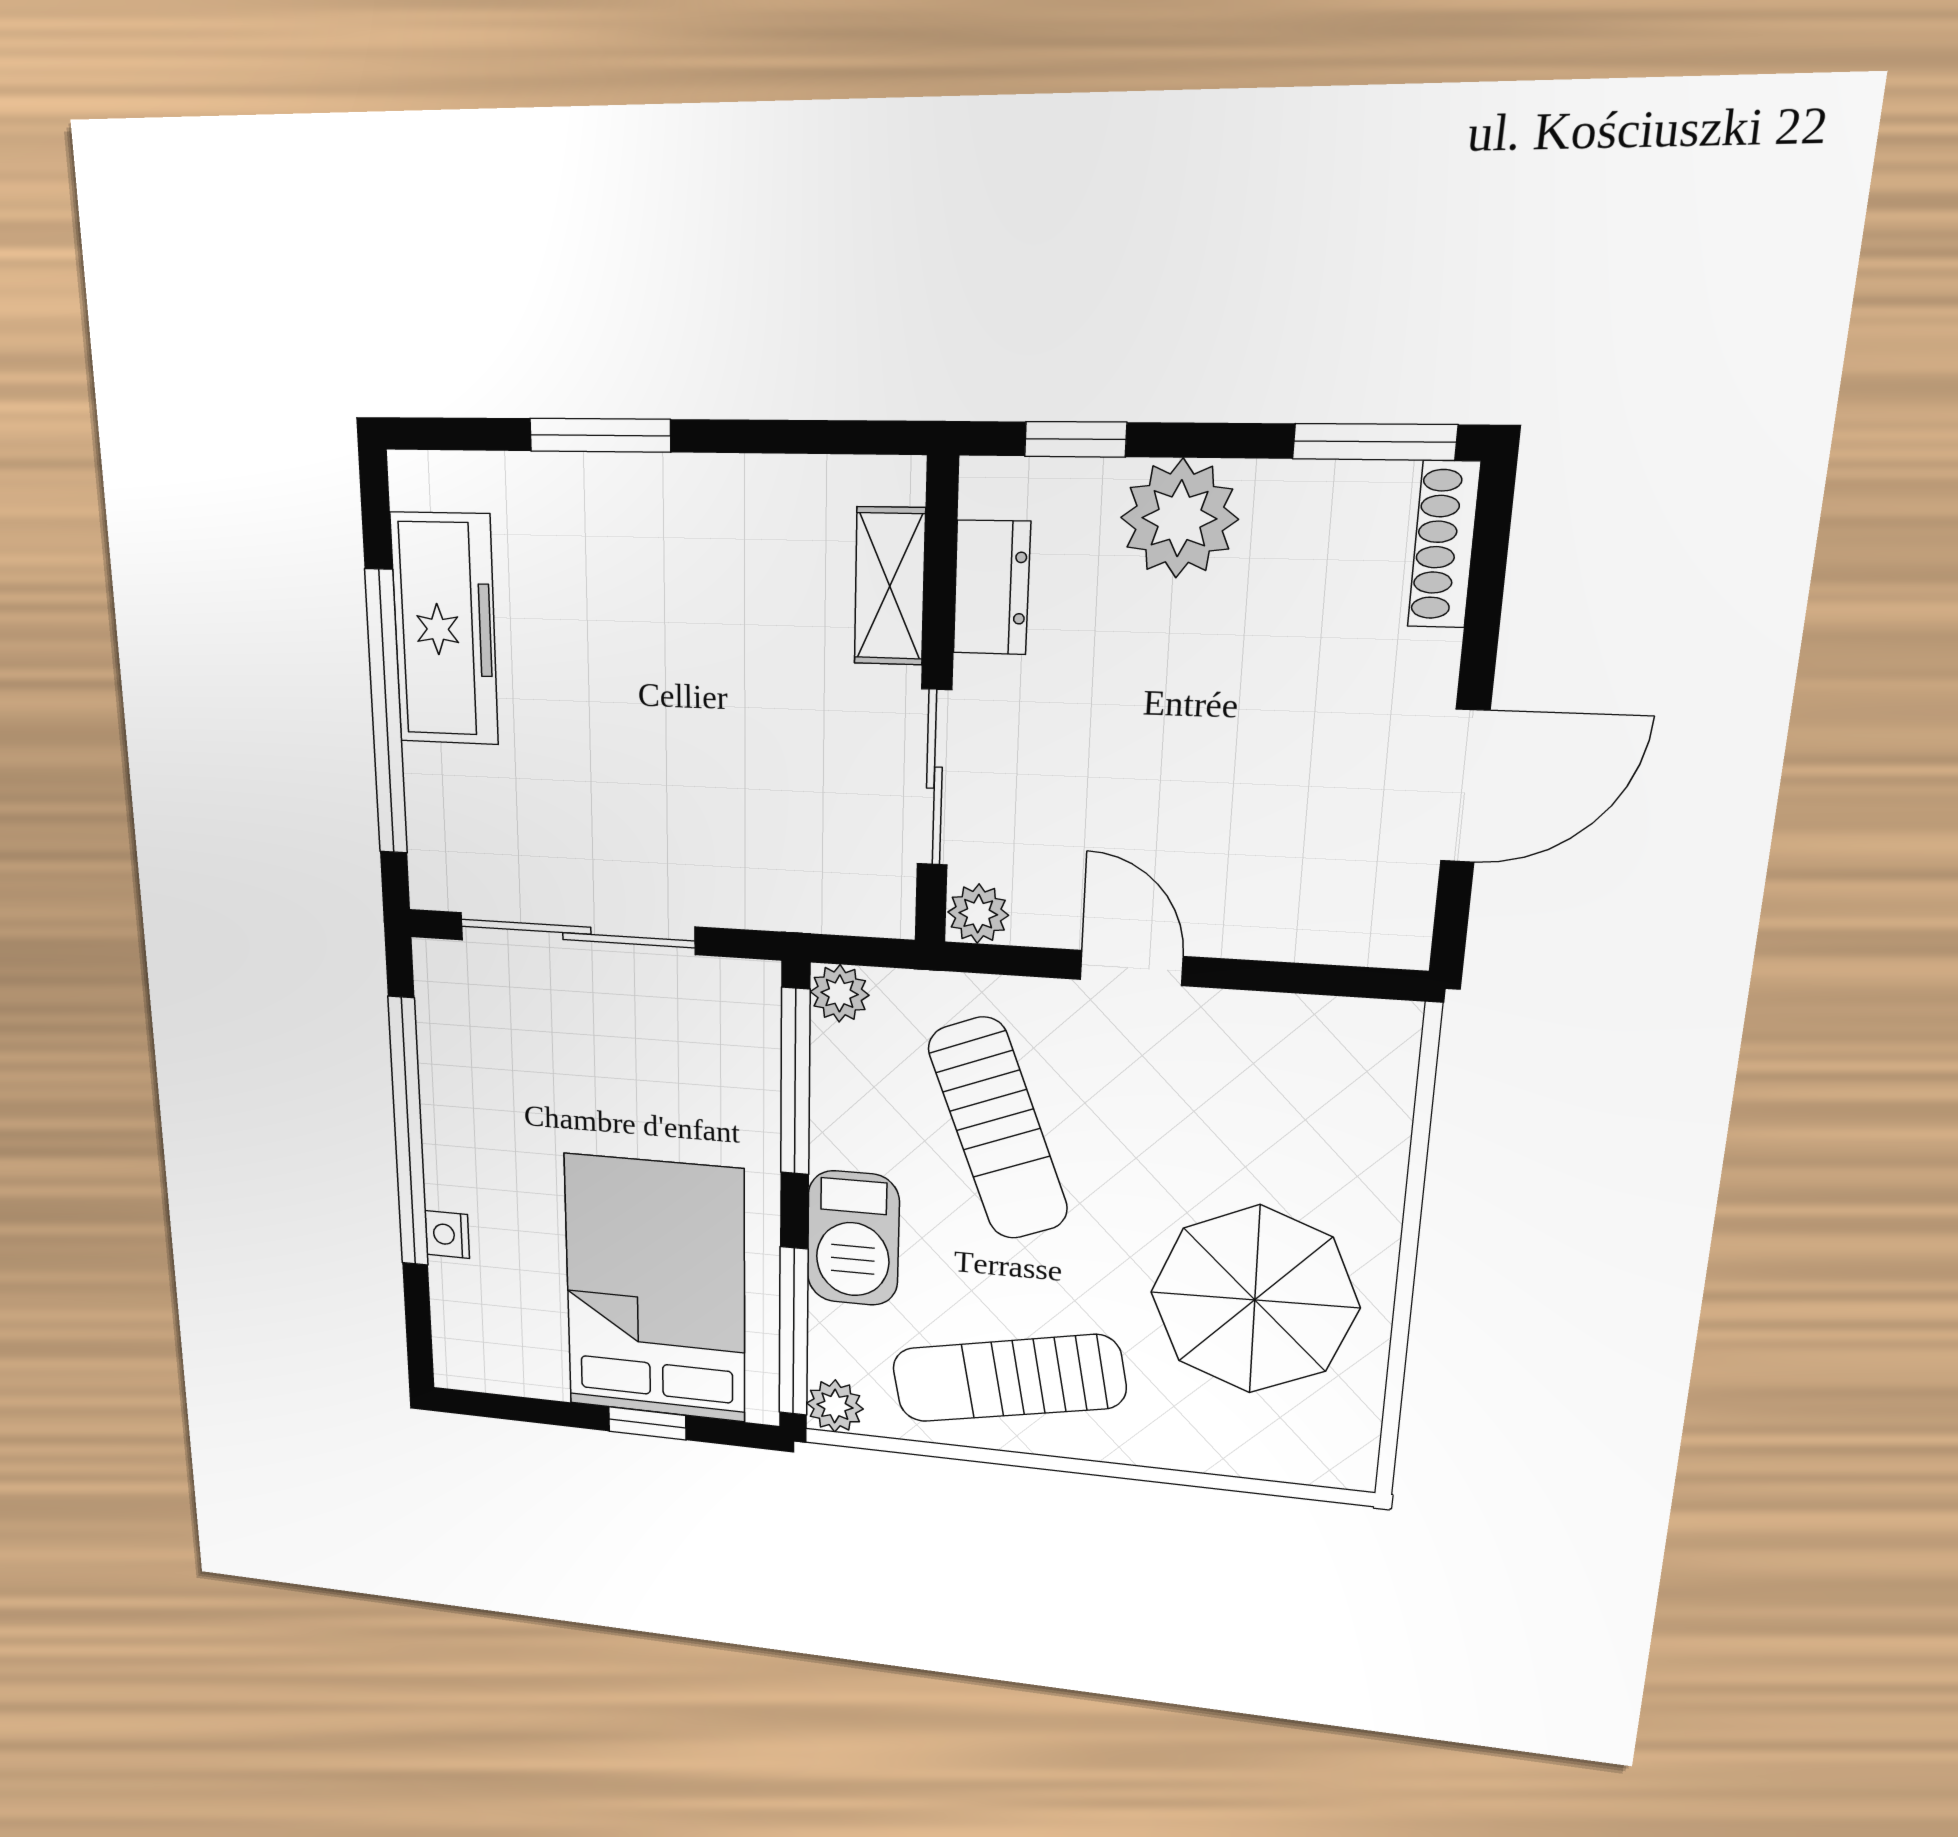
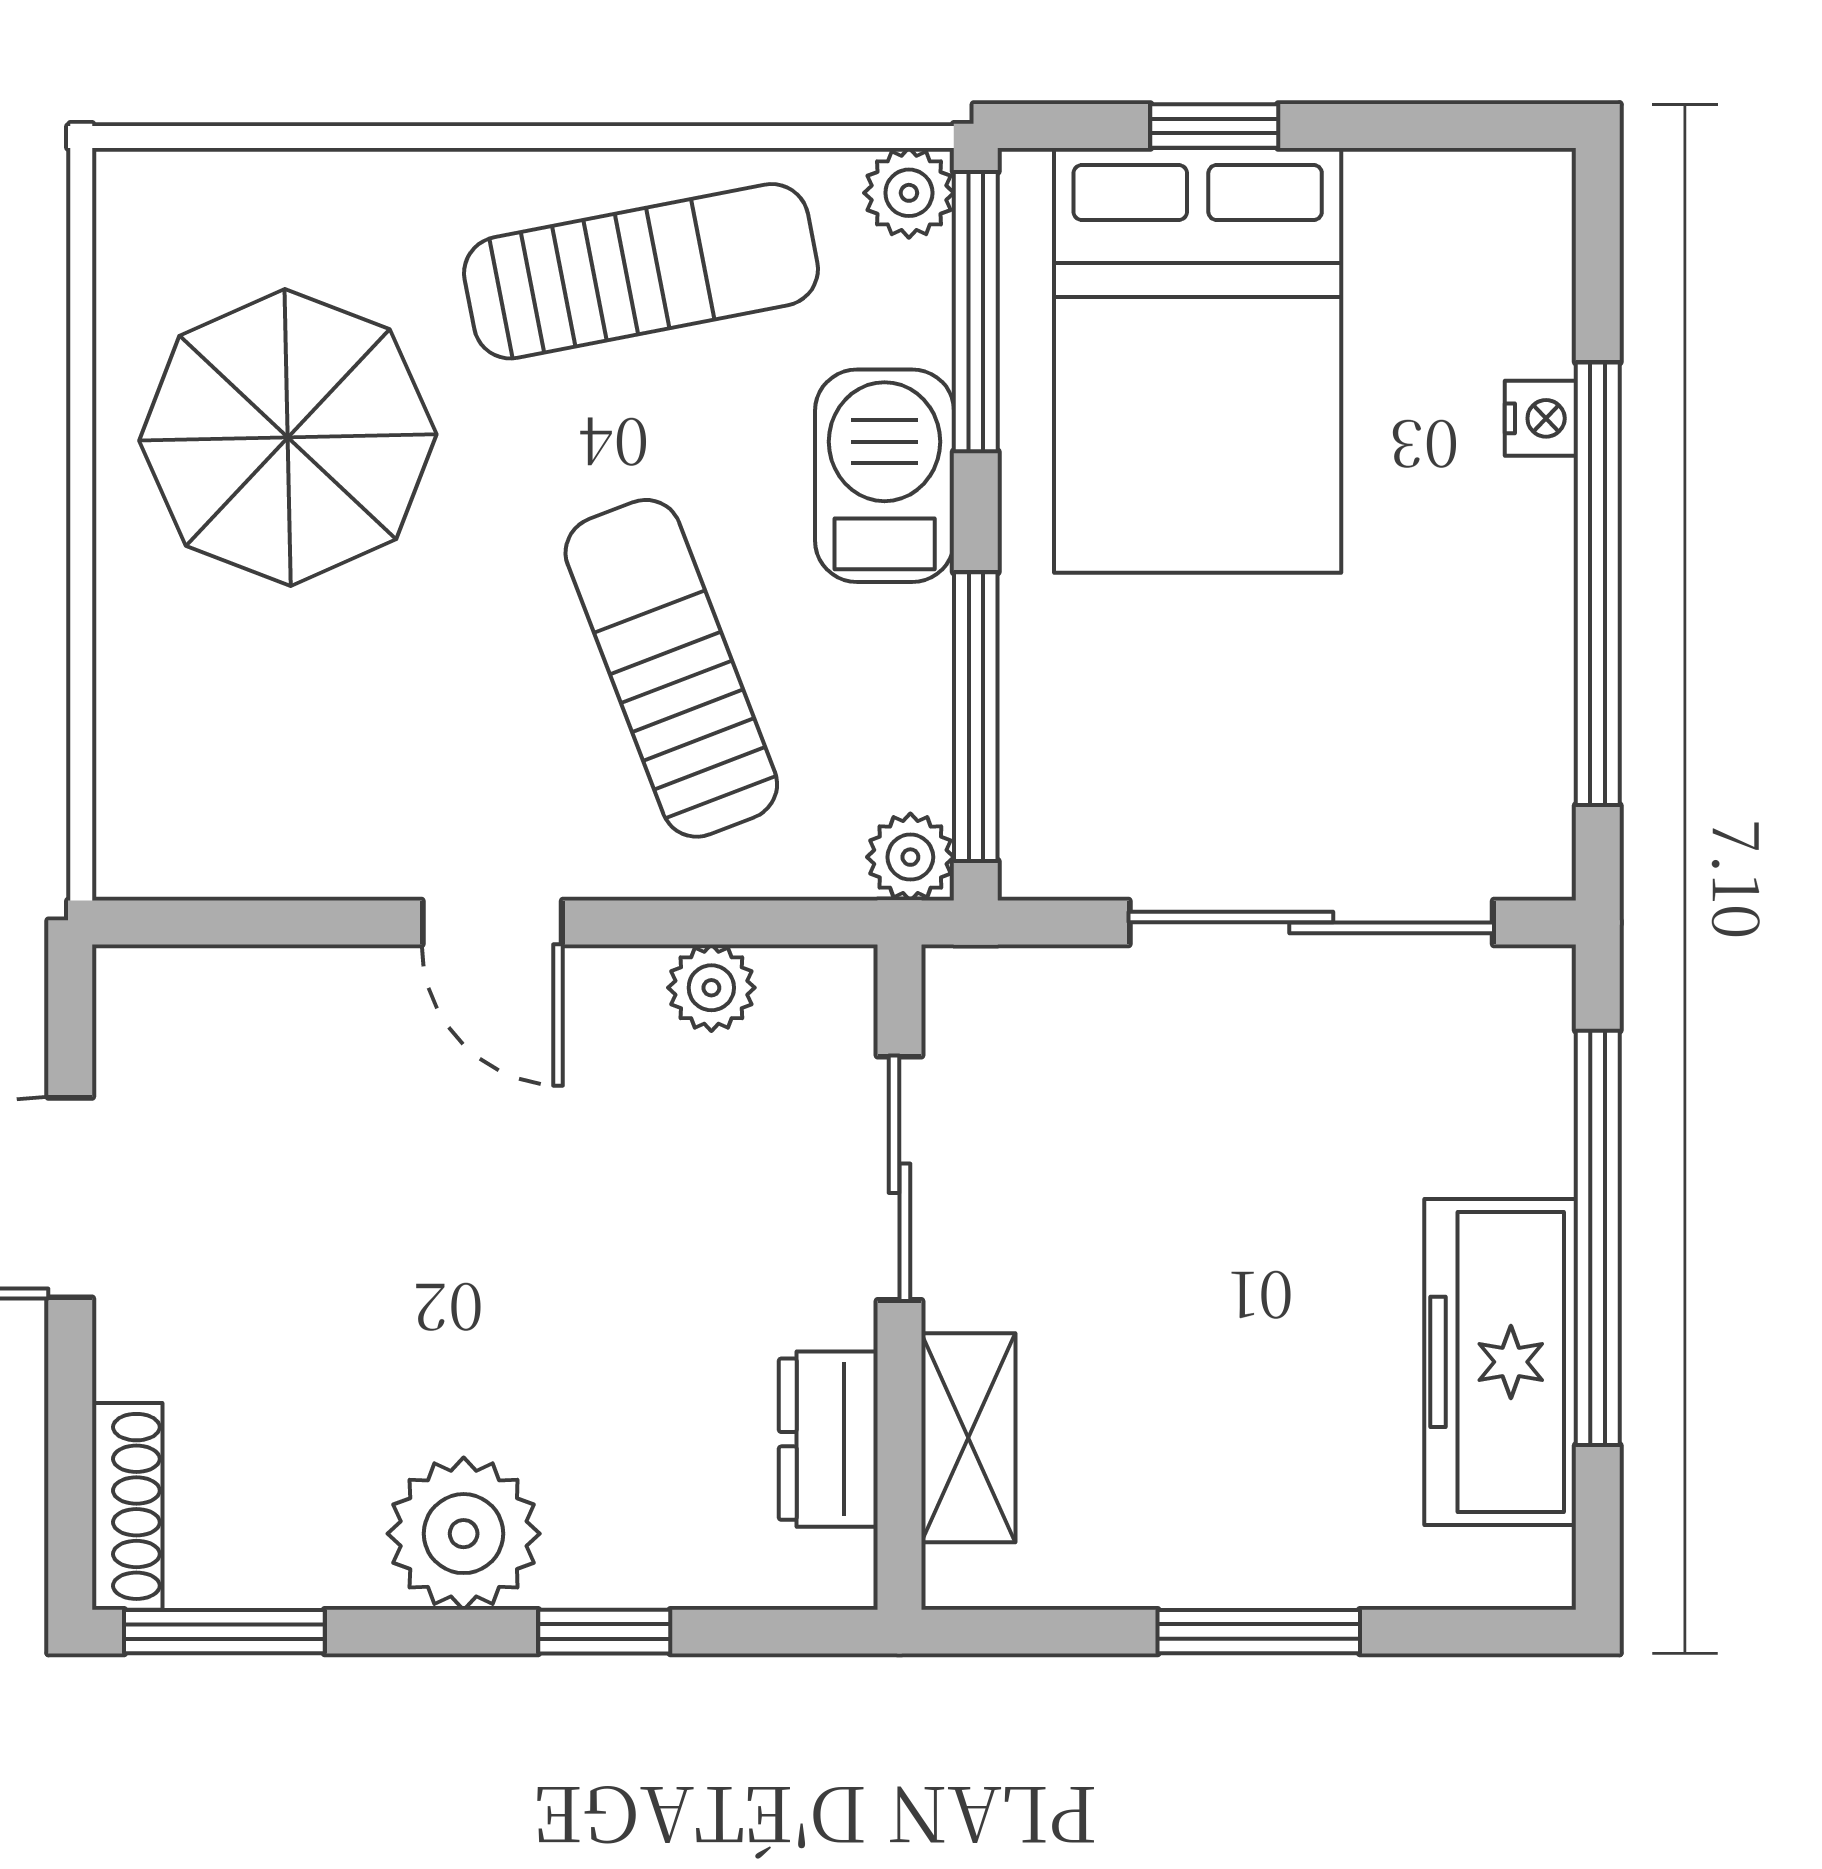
shelving: (890, 586) -> (968, 1438), moved
dresser: (992, 588) -> (828, 1439), moved
wall: (936, 706) -> (899, 1277), moved
sliding door: (934, 778) -> (899, 1178), moved

